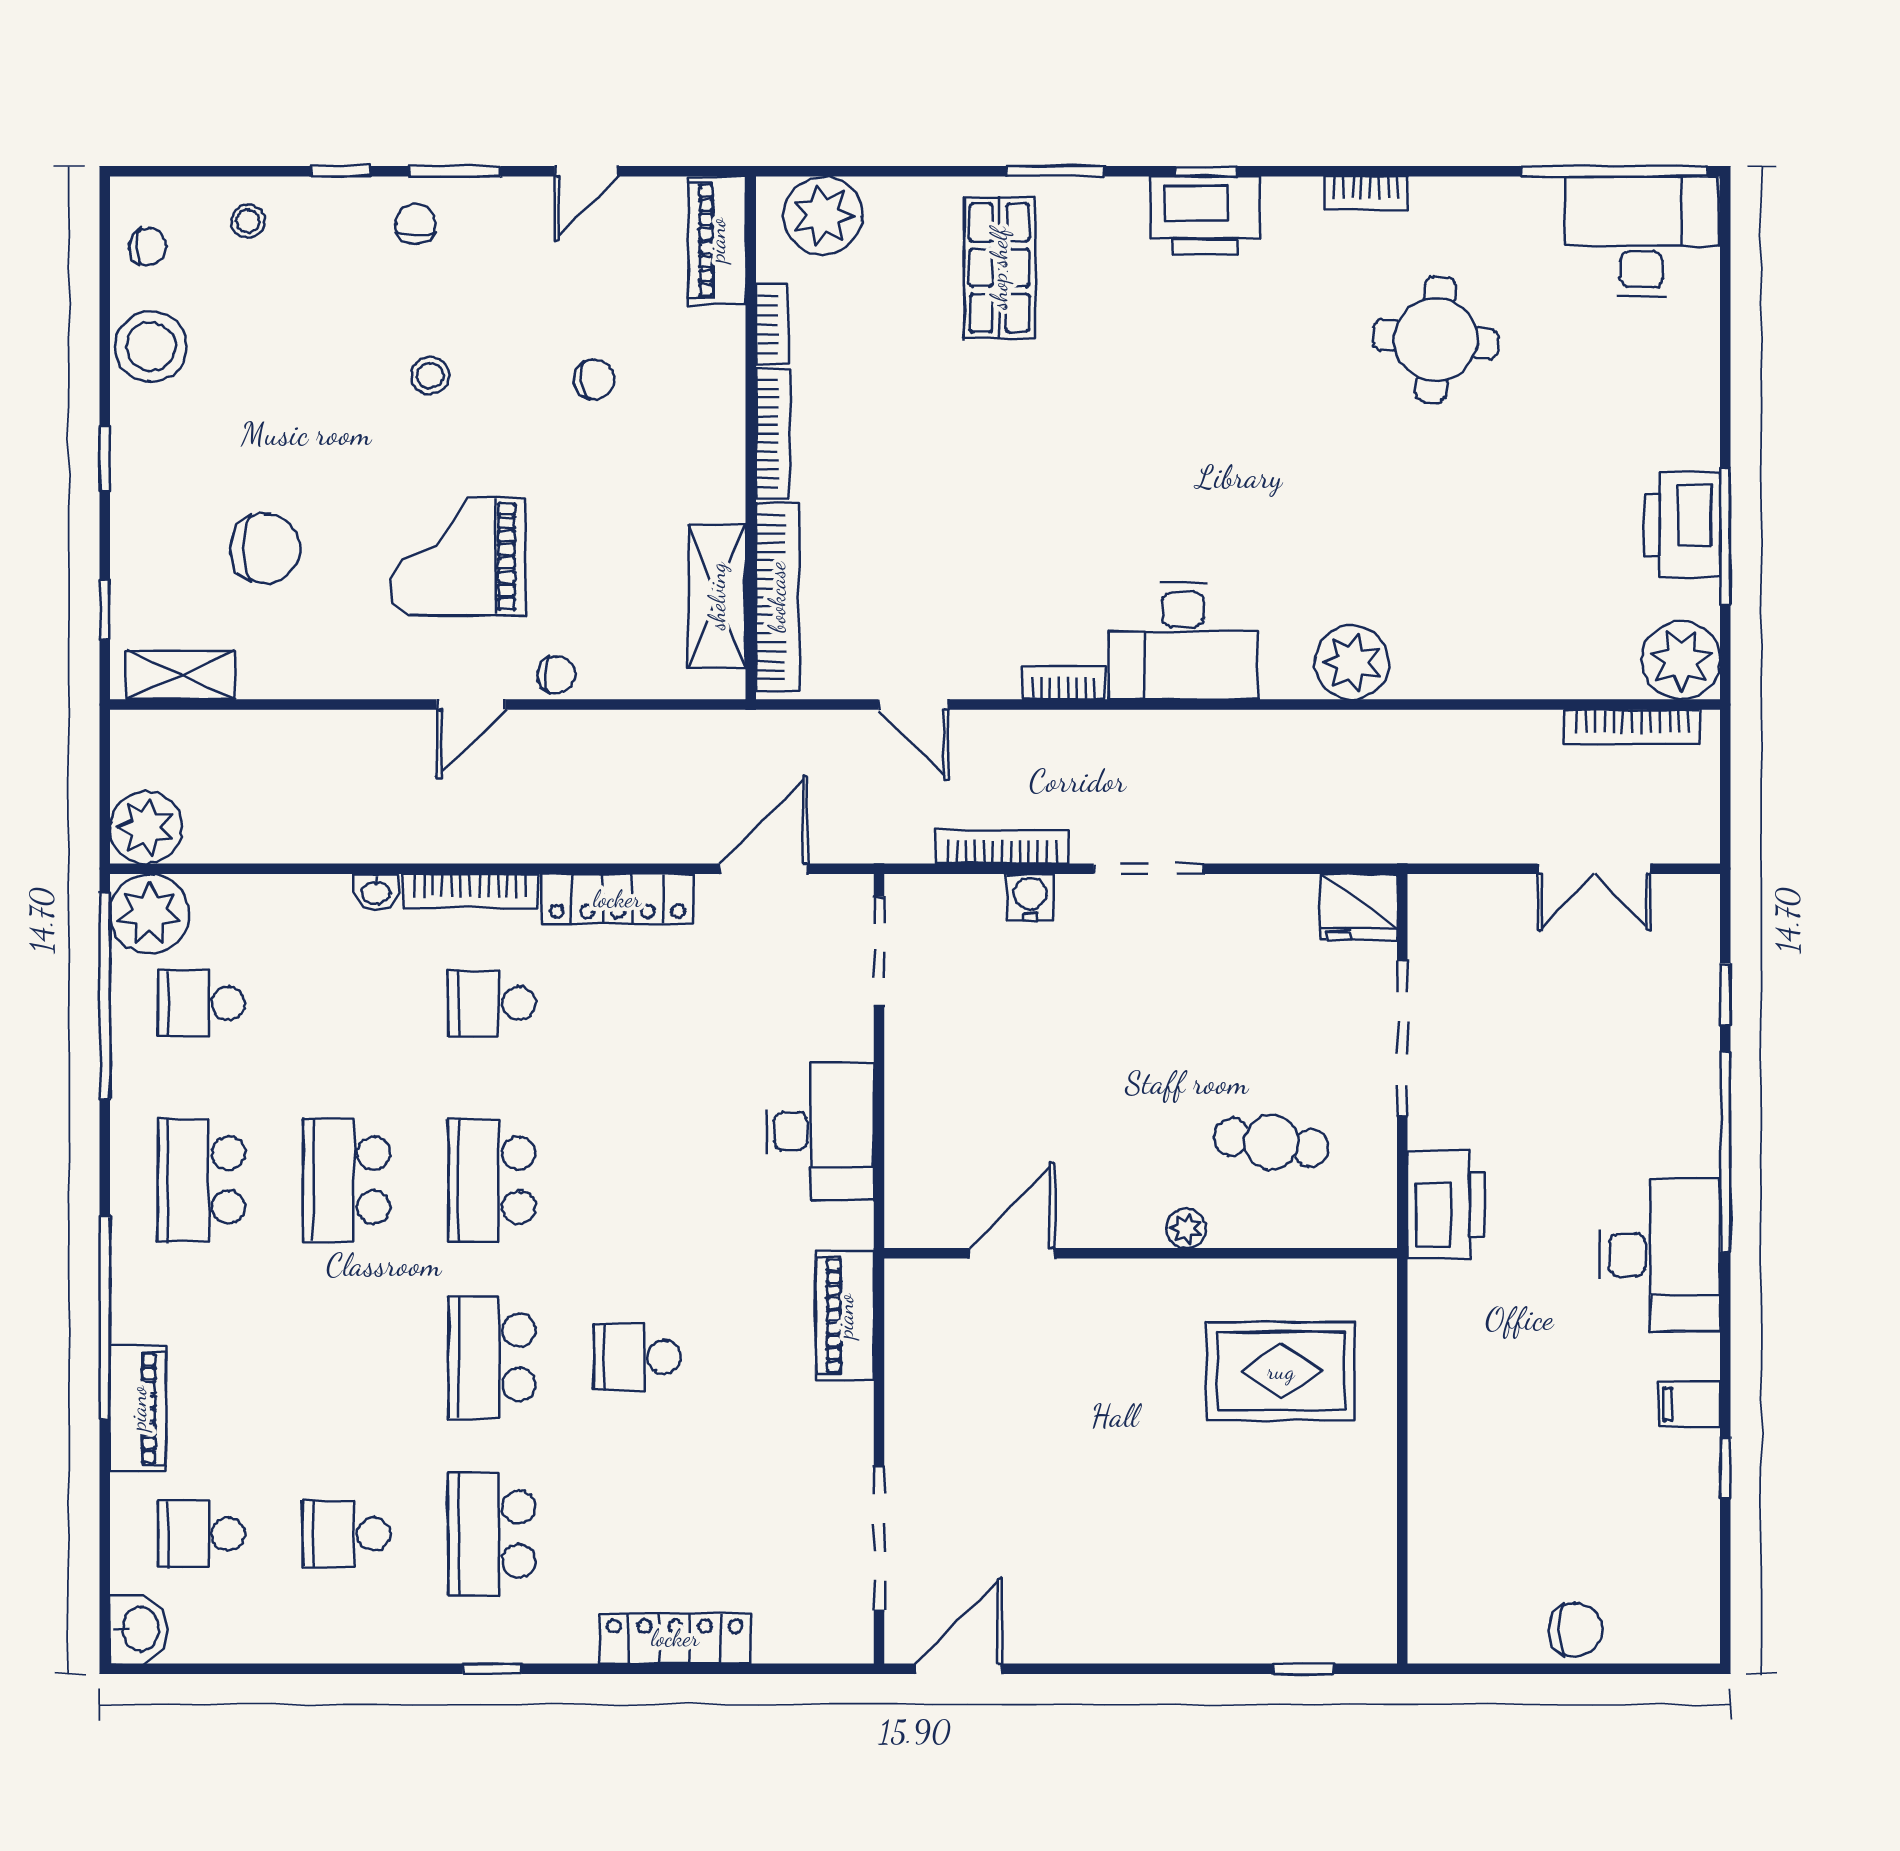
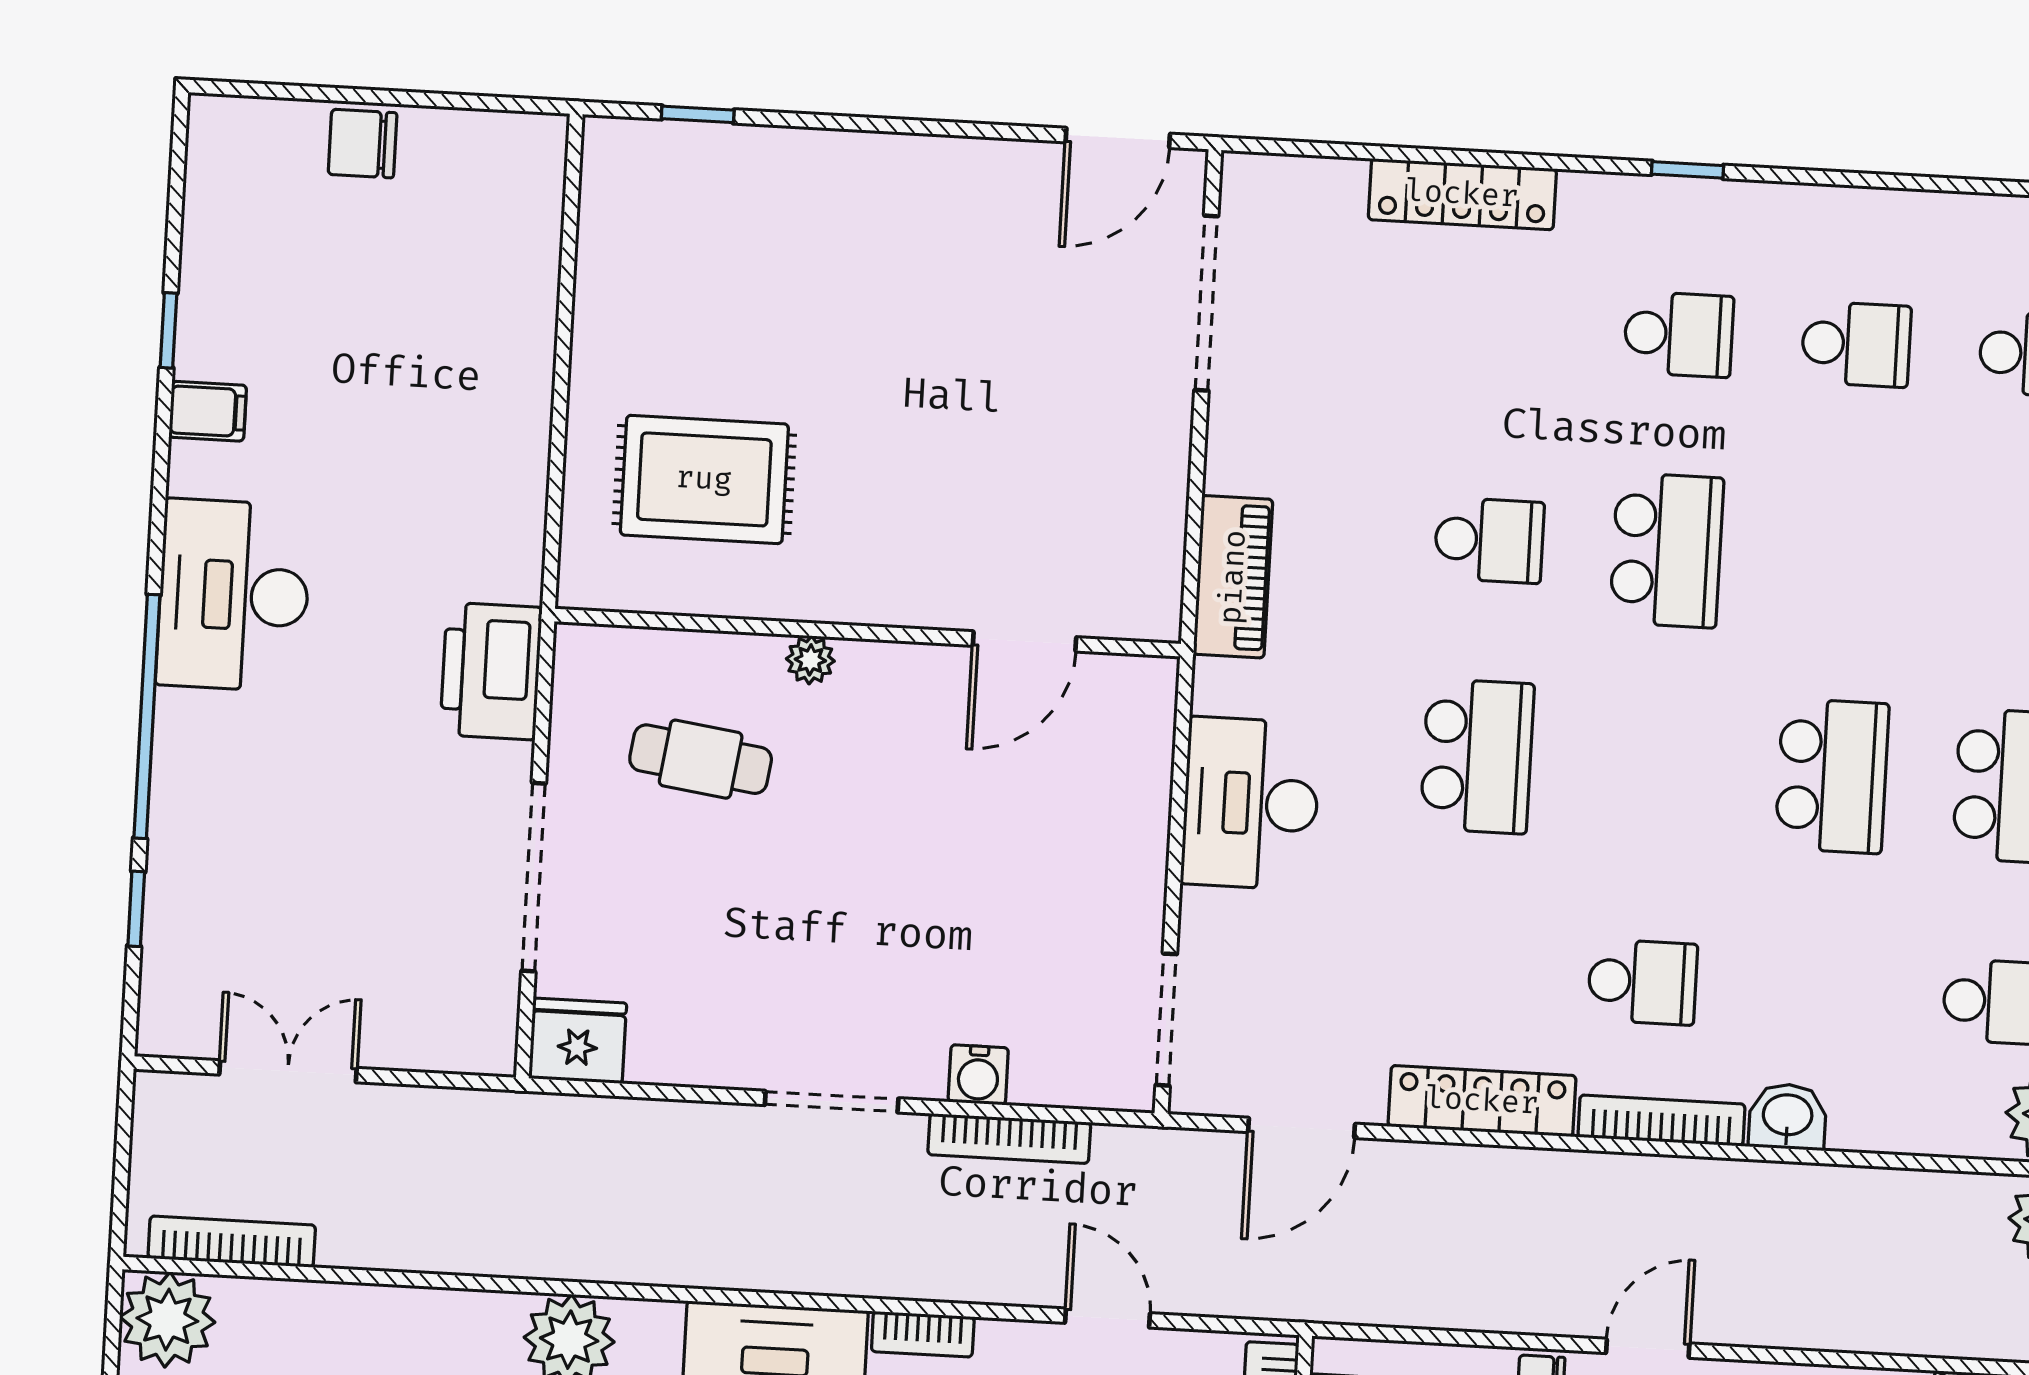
washbasin: (376, 892) -> (1787, 1117), width x1.38, depth x1.45
school desk: (492, 1180) -> (1477, 756), moved
school desk: (492, 1534) -> (1679, 334), width x0.54

